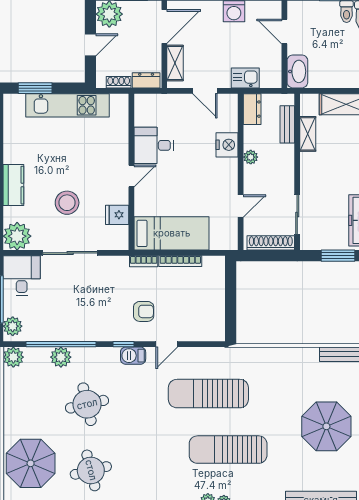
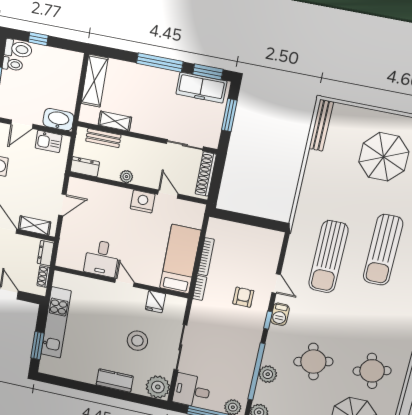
kitchen sink: (245, 78) -> (49, 141), moved, turned -90
nightstand: (227, 145) -> (143, 201), moved

